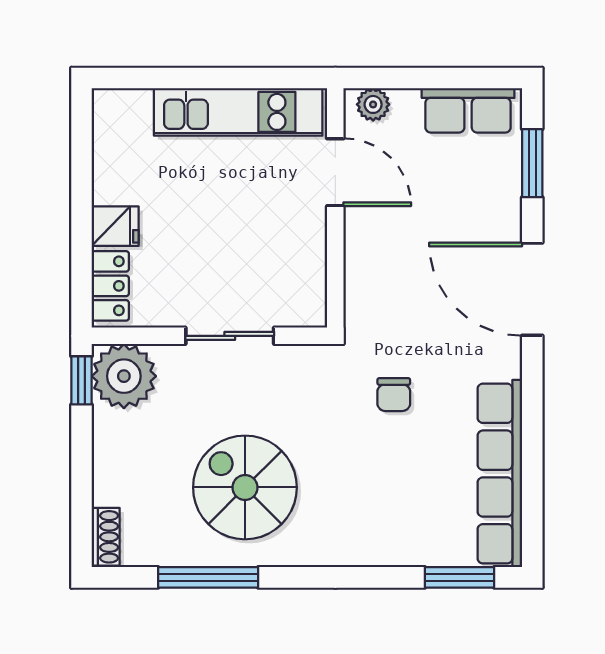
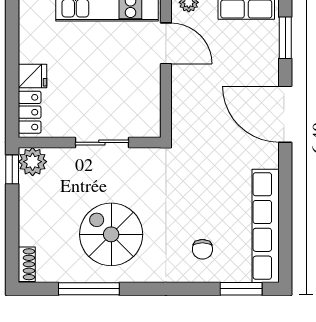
plant: (124, 376) -> (33, 162), width x0.73, depth x0.73
chair: (394, 395) -> (202, 249), moved

